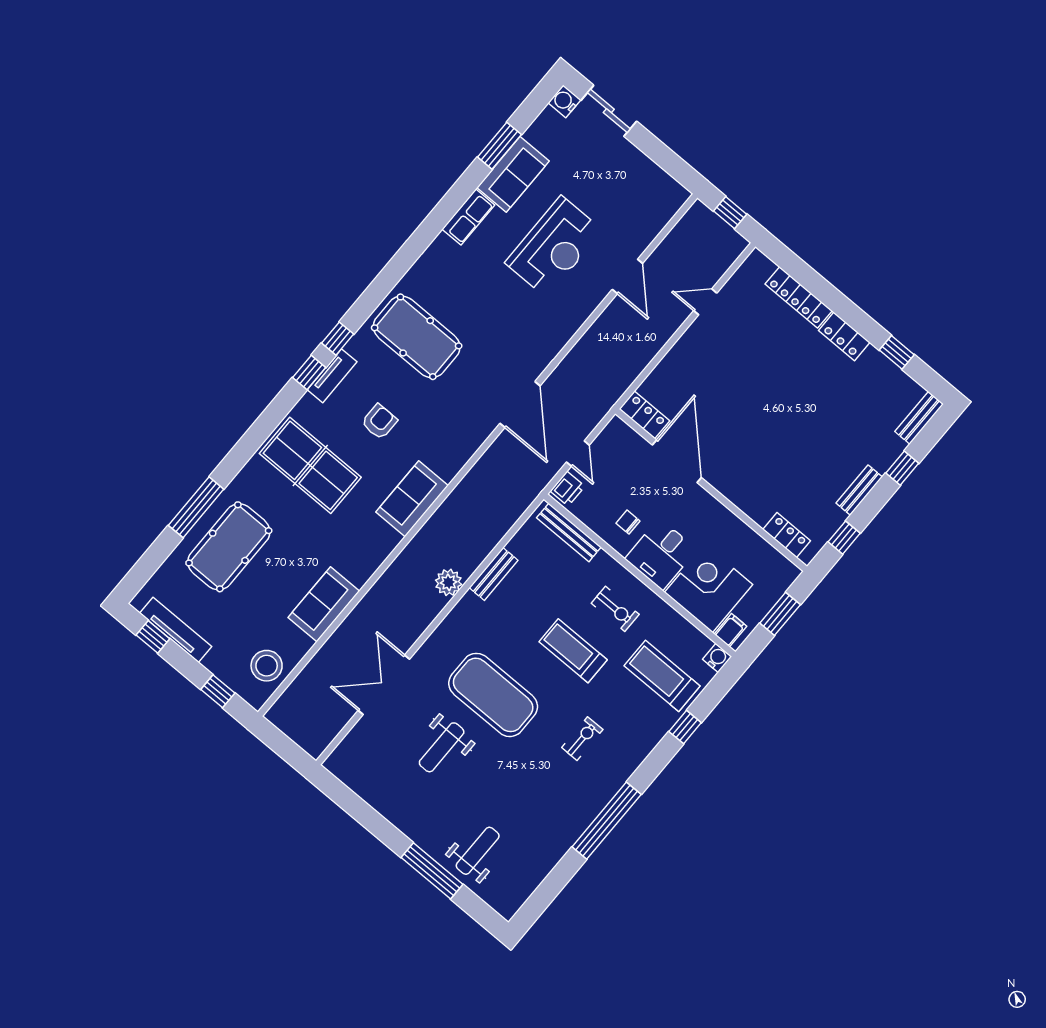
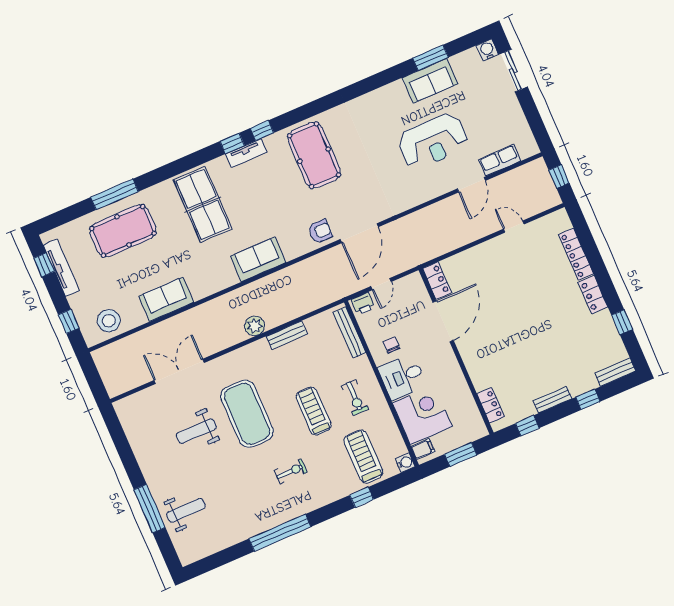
row of seats: (468, 217) -> (500, 160), moved, turned 180
armchair: (379, 422) -> (320, 231), moved

